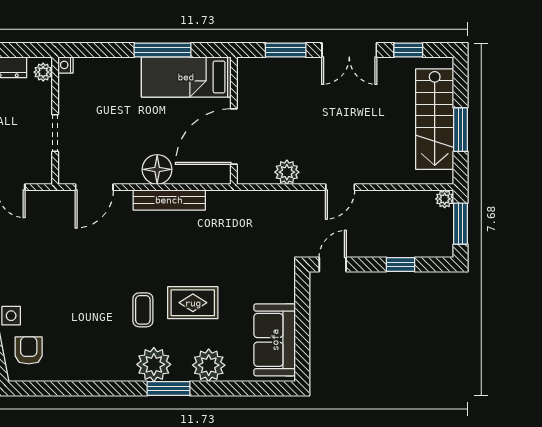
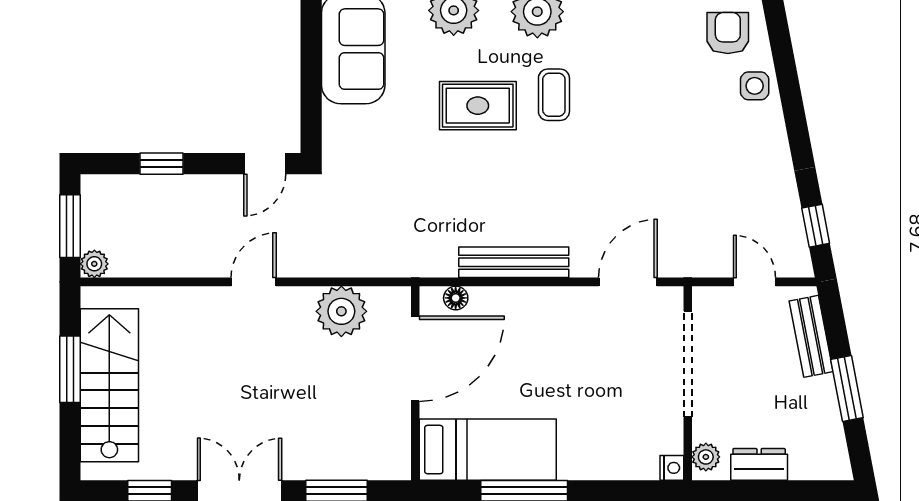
doorway: (55, 133) -> (688, 364), width x1.88
floor lamp: (157, 169) -> (456, 298), moved, width x0.53, depth x0.53
plant: (287, 172) -> (341, 311), width x1.36, depth x1.36
armchair: (29, 350) -> (728, 33), turned 180

